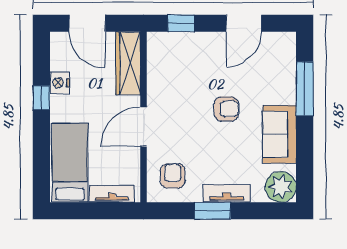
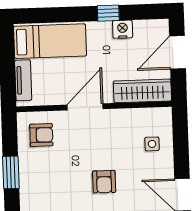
window: (181, 23) -> (181, 138), removed
side table: (187, 55) -> (152, 144), added
door: (144, 127) -> (85, 107), hinge flipped
tv unit: (227, 193) -> (27, 185), removed

